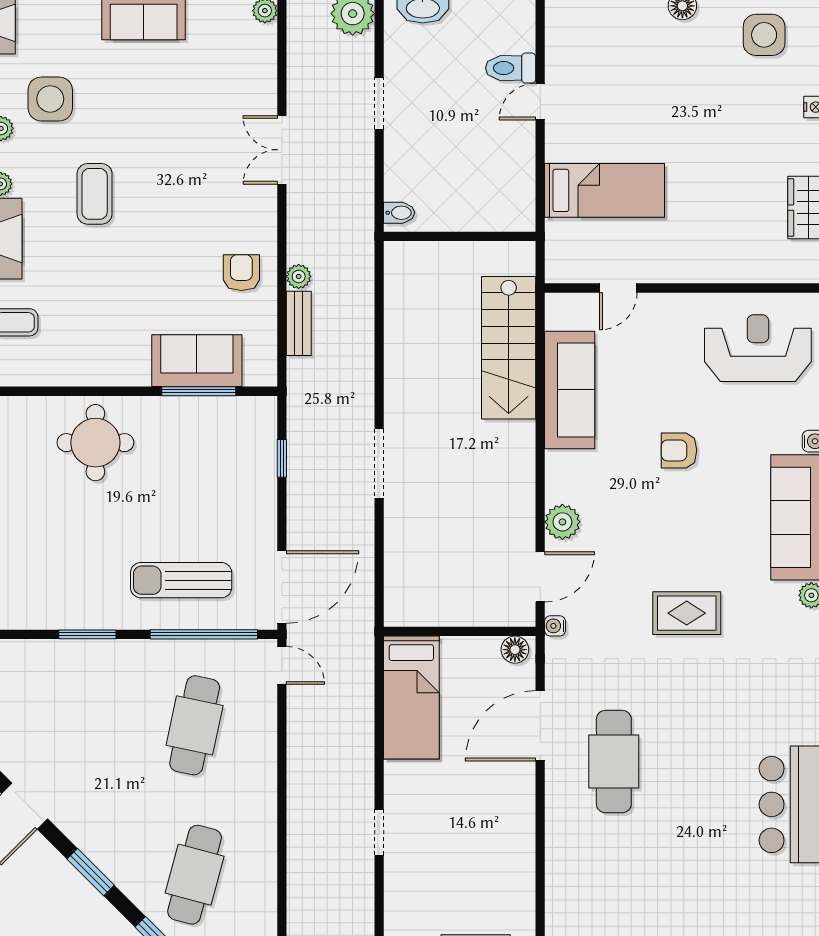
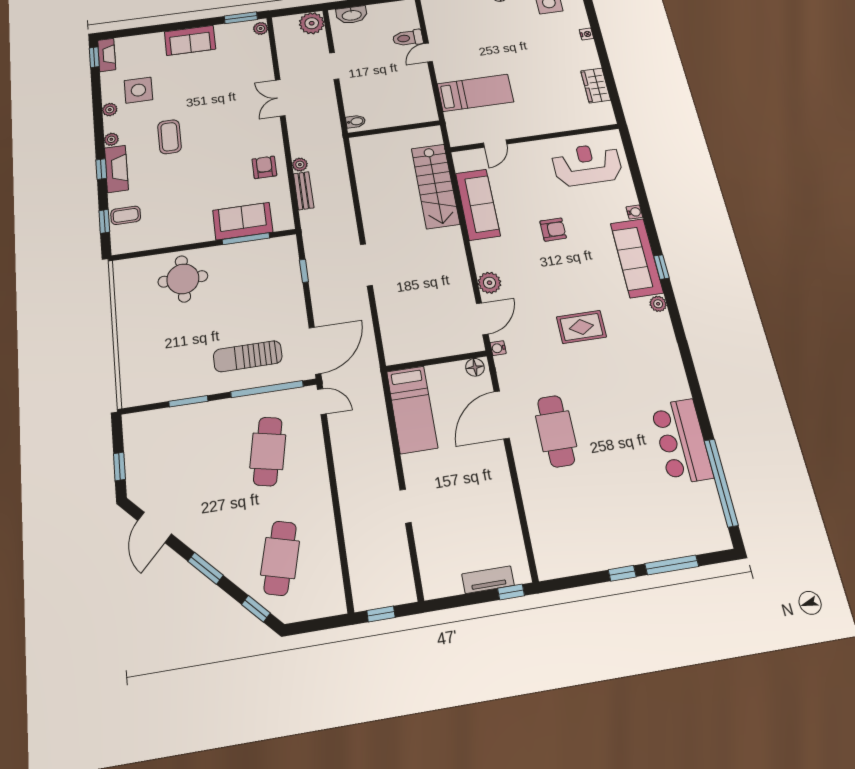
armchair: (679, 450) -> (553, 230), turned 180

